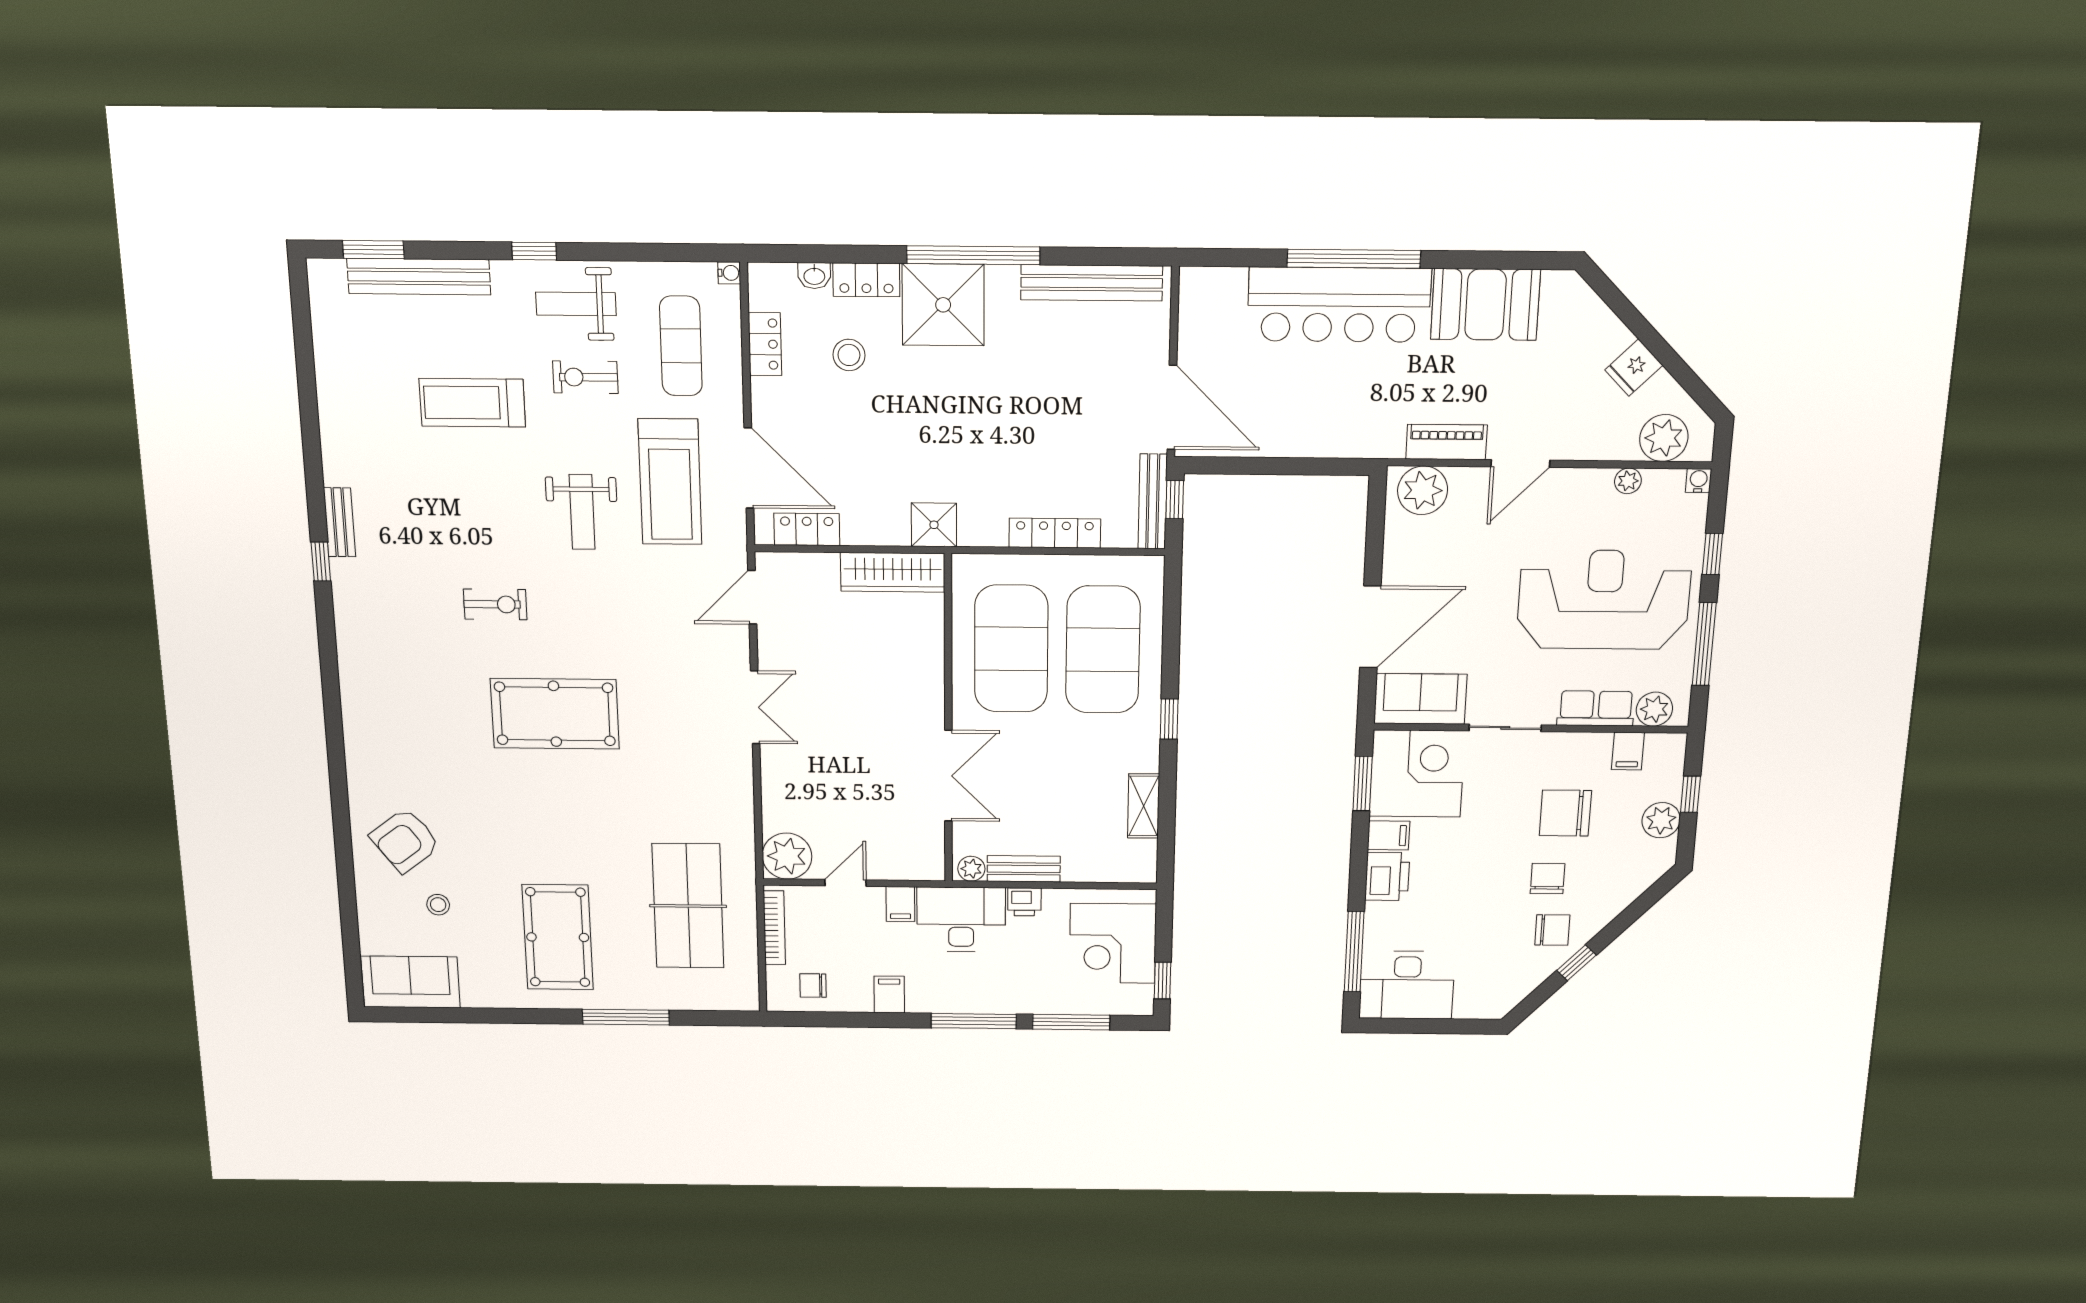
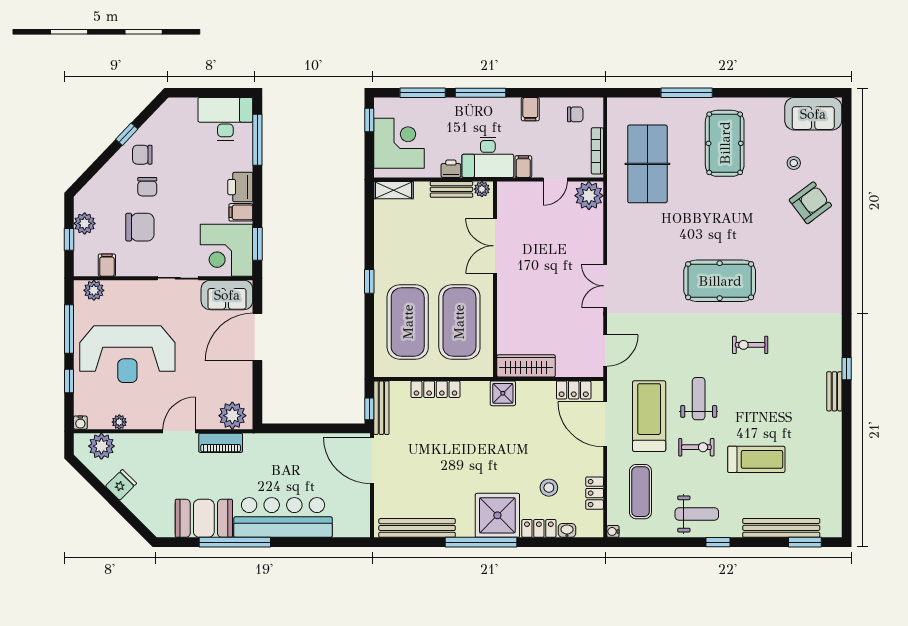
window: (1354, 259) -> (235, 542), moved
exercise bike: (585, 377) -> (696, 447), moved
row of seats: (1596, 708) -> (127, 290), removed
shelving: (1143, 806) -> (394, 190), moved, turned 90

